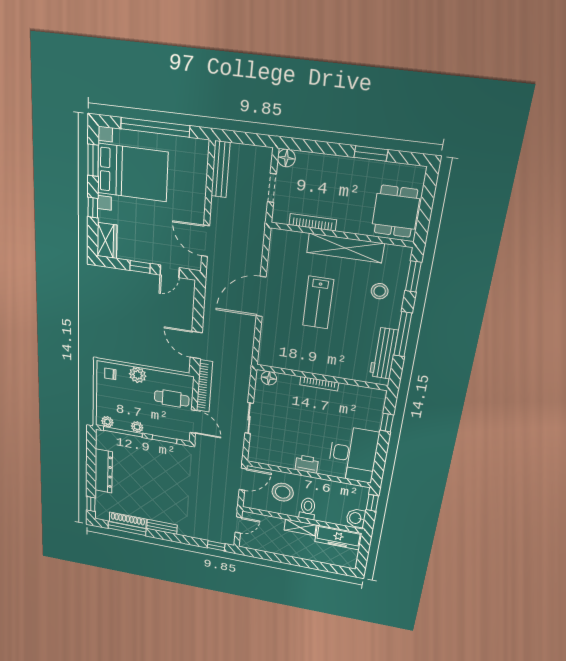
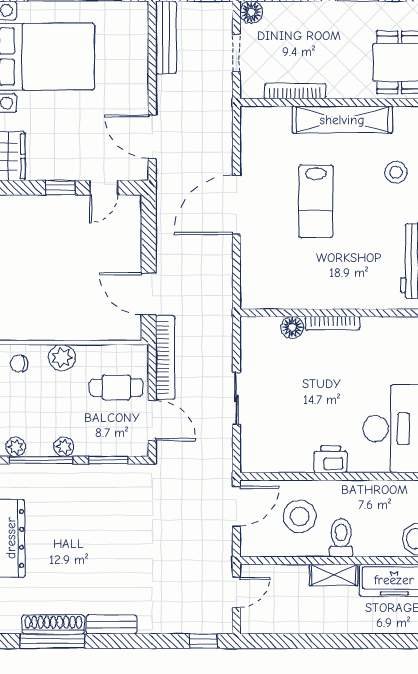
floor lamp: (269, 378) -> (292, 327), moved

